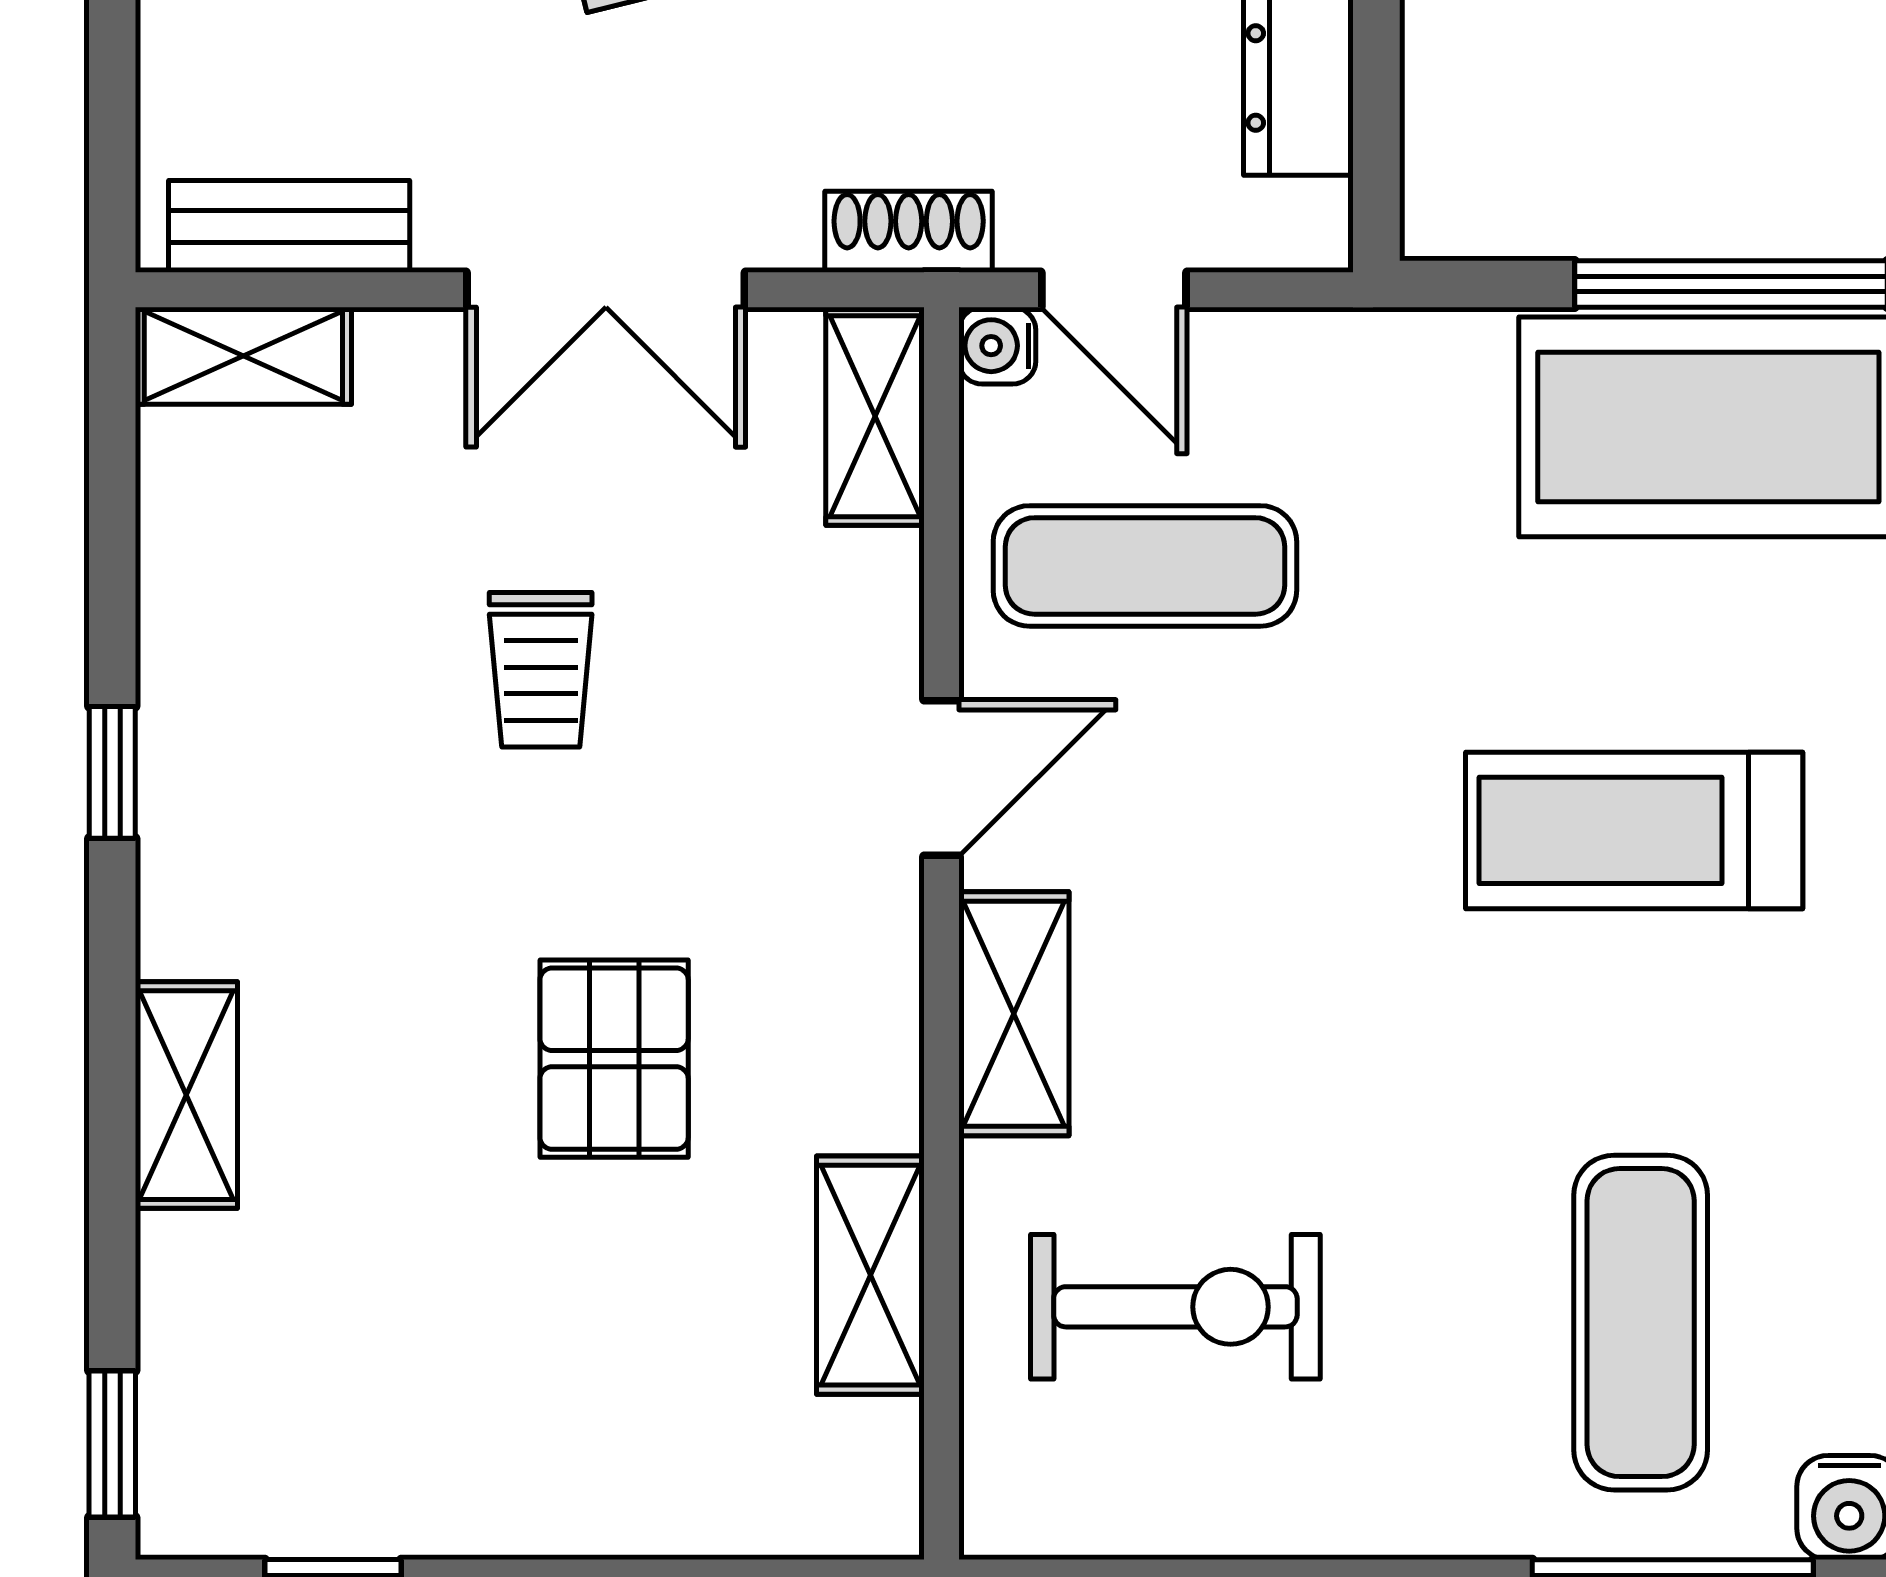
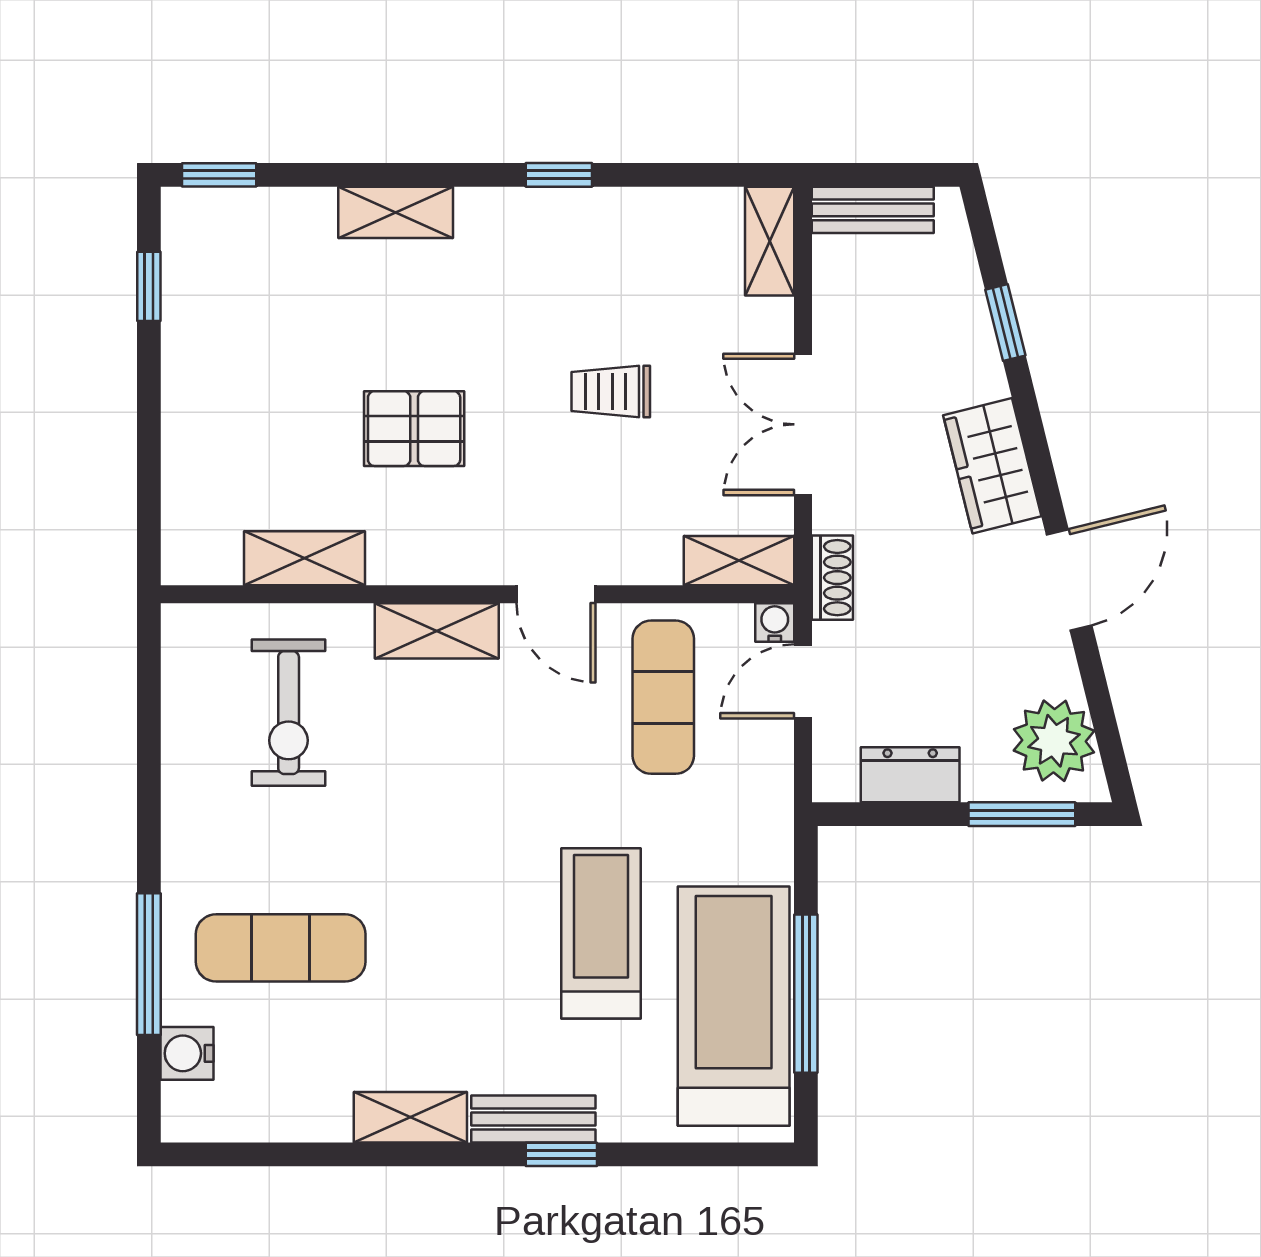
bench: (289, 226) -> (873, 210), moved, turned 90
treadmill: (1634, 830) -> (601, 933), moved

